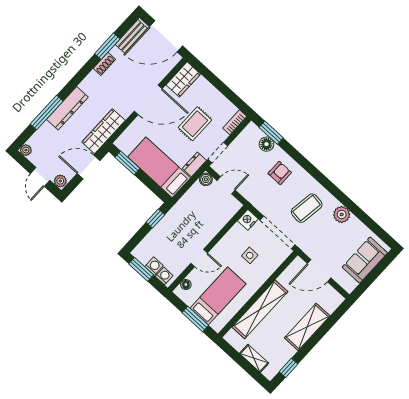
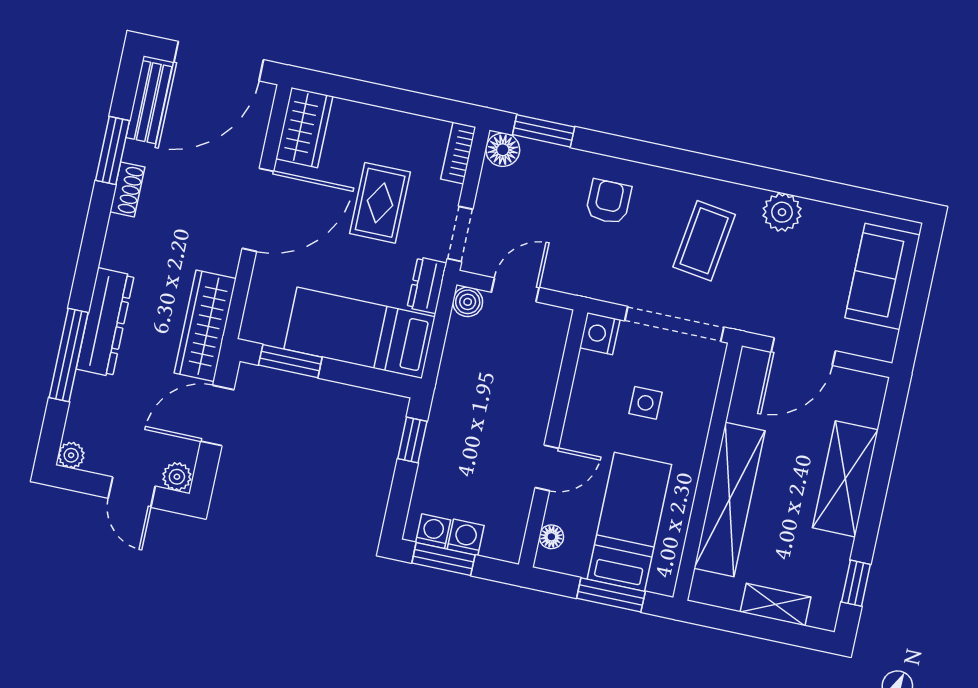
floor lamp: (266, 144) -> (503, 150), moved
washing machine: (164, 276) -> (433, 531), moved

